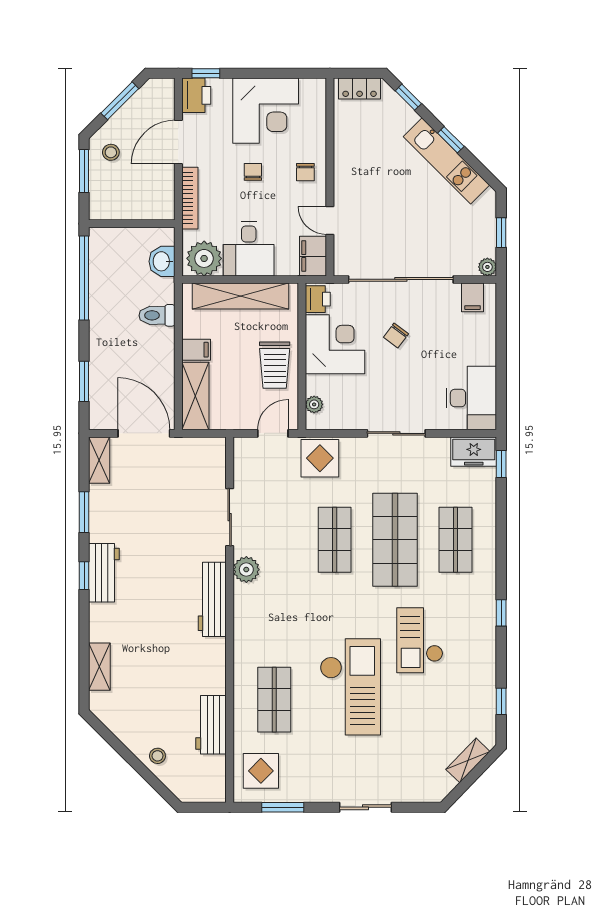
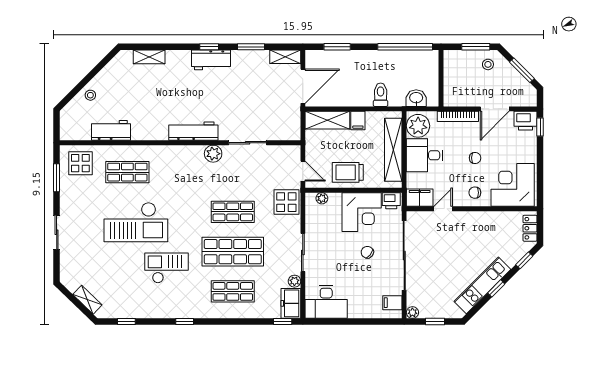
corner desk: (266, 111) -> (513, 185), moved, turned 90
door: (178, 142) -> (495, 109), swing flipped
plant: (440, 446) -> (294, 281), added

